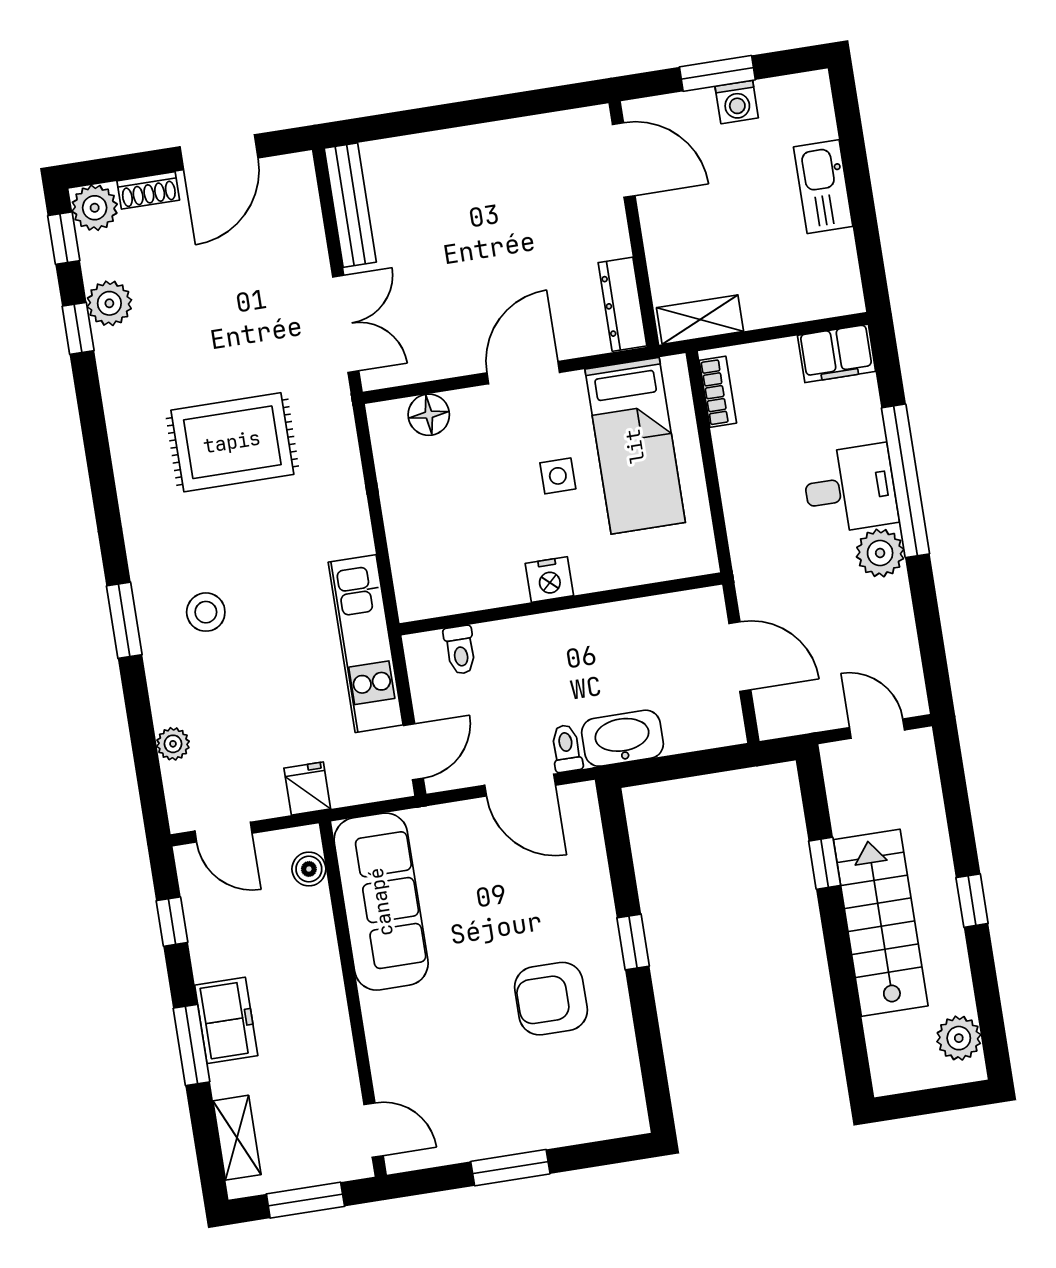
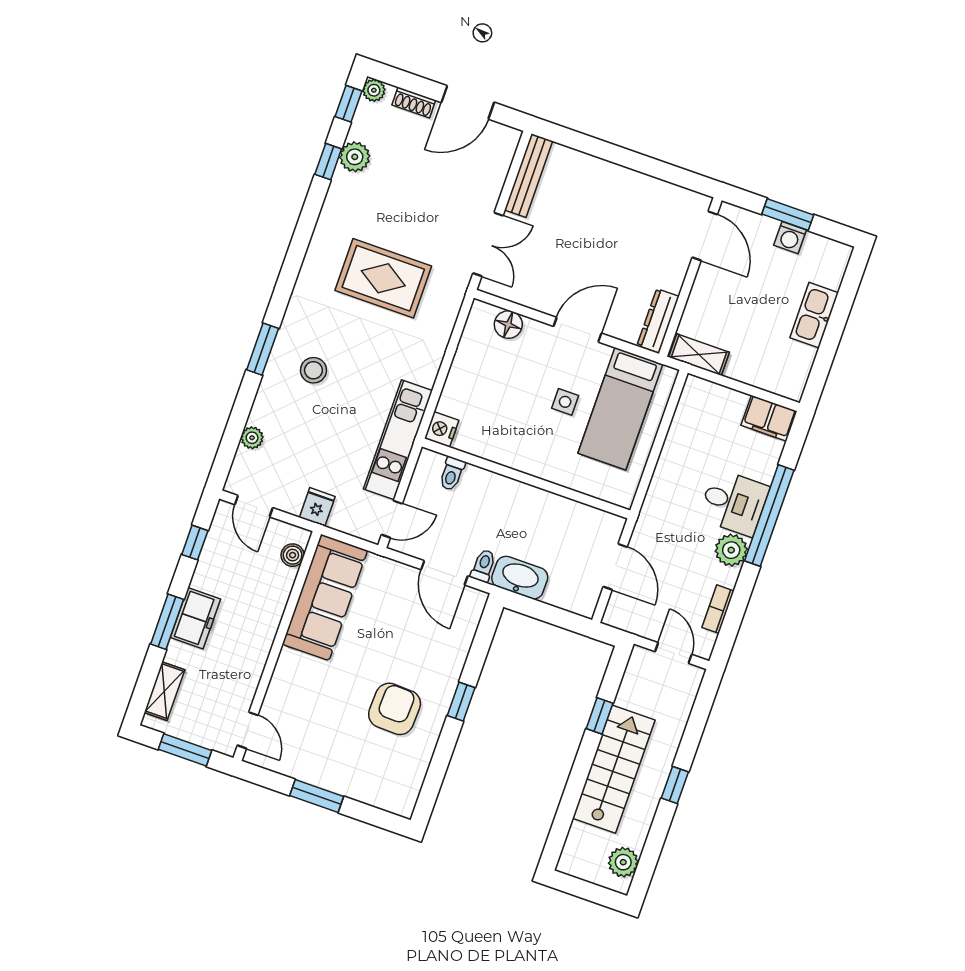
plant: (95, 208) -> (374, 90), width x0.73, depth x0.73
bookcase: (718, 392) -> (718, 609), moved, turned 180
nightstand: (549, 580) -> (442, 429), moved, turned 90
armchair: (551, 999) -> (395, 709), turned 92

